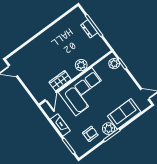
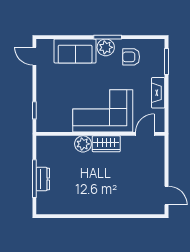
plant: (114, 64) -> (44, 118), removed
wardrobe: (60, 81) -> (106, 144), moved

